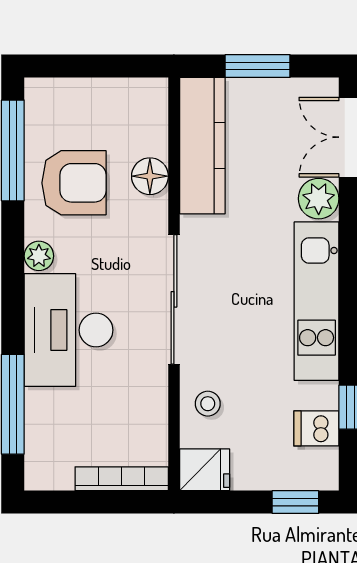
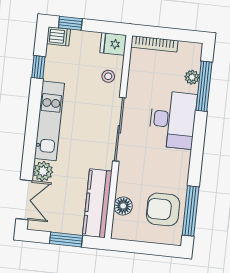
floor lamp: (150, 176) -> (123, 206), moved
armchair: (74, 183) -> (163, 209), moved
plant: (39, 256) -> (192, 77), moved
dishwasher: (316, 428) -> (58, 36), moved

